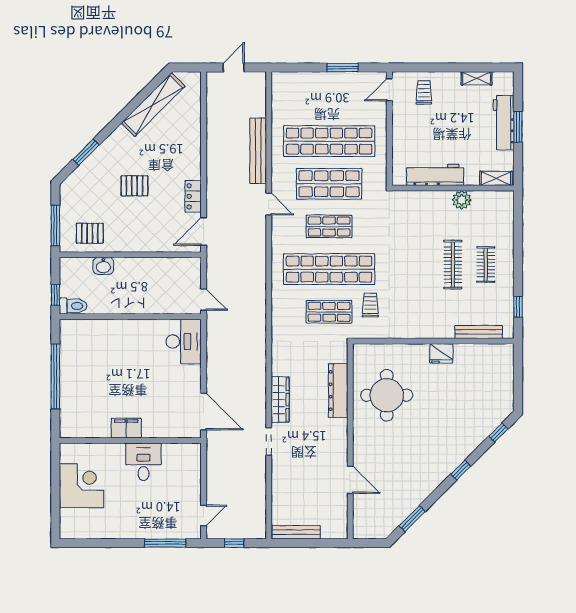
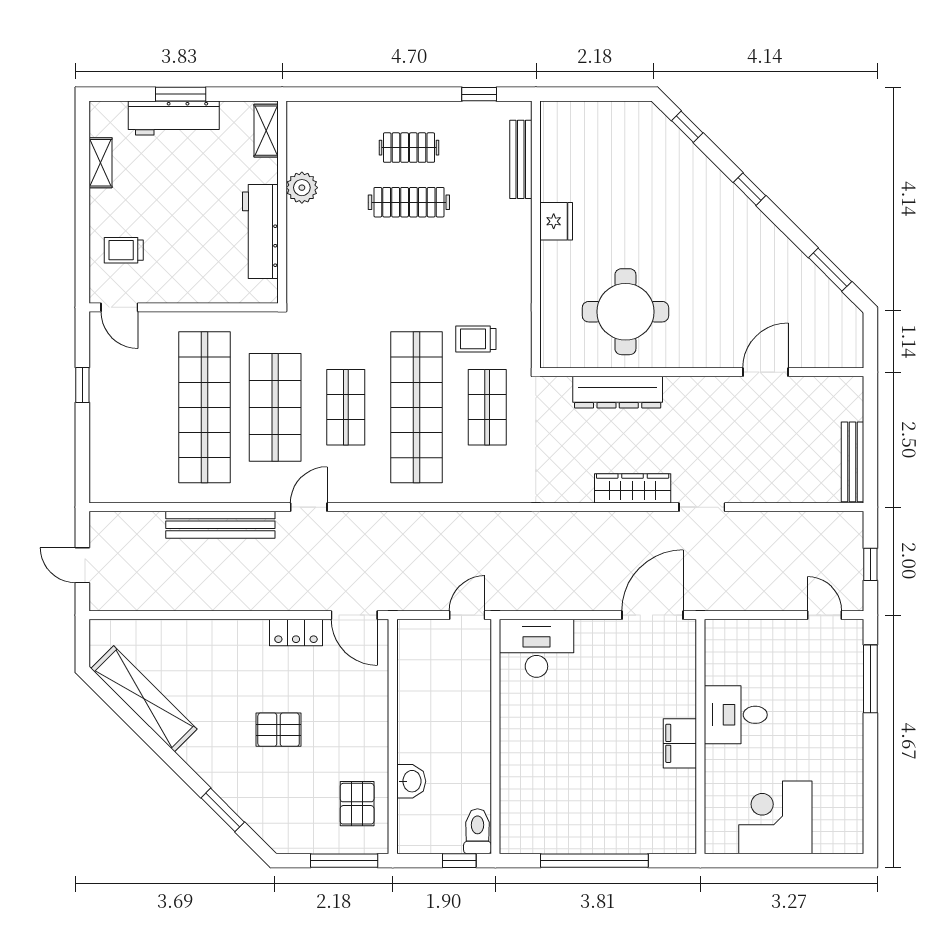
window: (343, 67) -> (82, 385), width x0.67
pallet: (134, 186) -> (279, 730), turned 90

